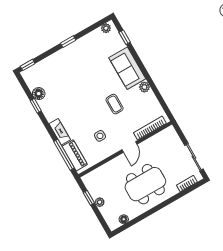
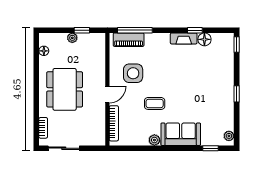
fireplace: (60, 132) -> (184, 38), moved
side table: (100, 136) -> (133, 73), width x1.87, depth x1.87
door: (129, 147) -> (107, 94), swing flipped

